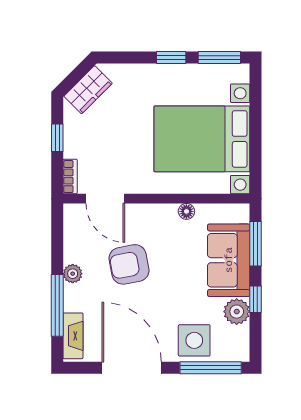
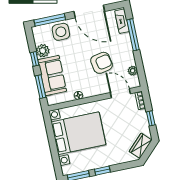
plant: (73, 274) -> (133, 71), moved

